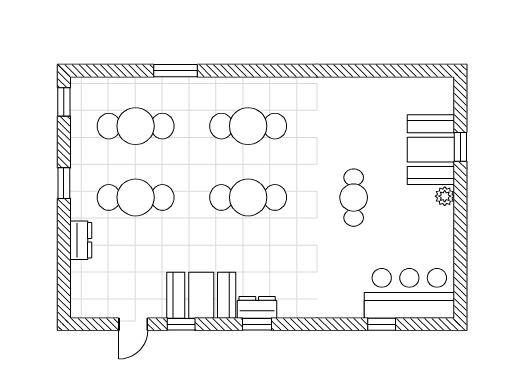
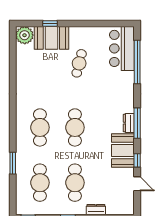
plant: (445, 196) -> (25, 35), moved, width x1.87, depth x1.87
cafe table: (354, 198) -> (79, 63), moved, turned -76
window: (257, 324) -> (137, 123), width x2.17
window: (382, 324) -> (137, 62), width x3.17

